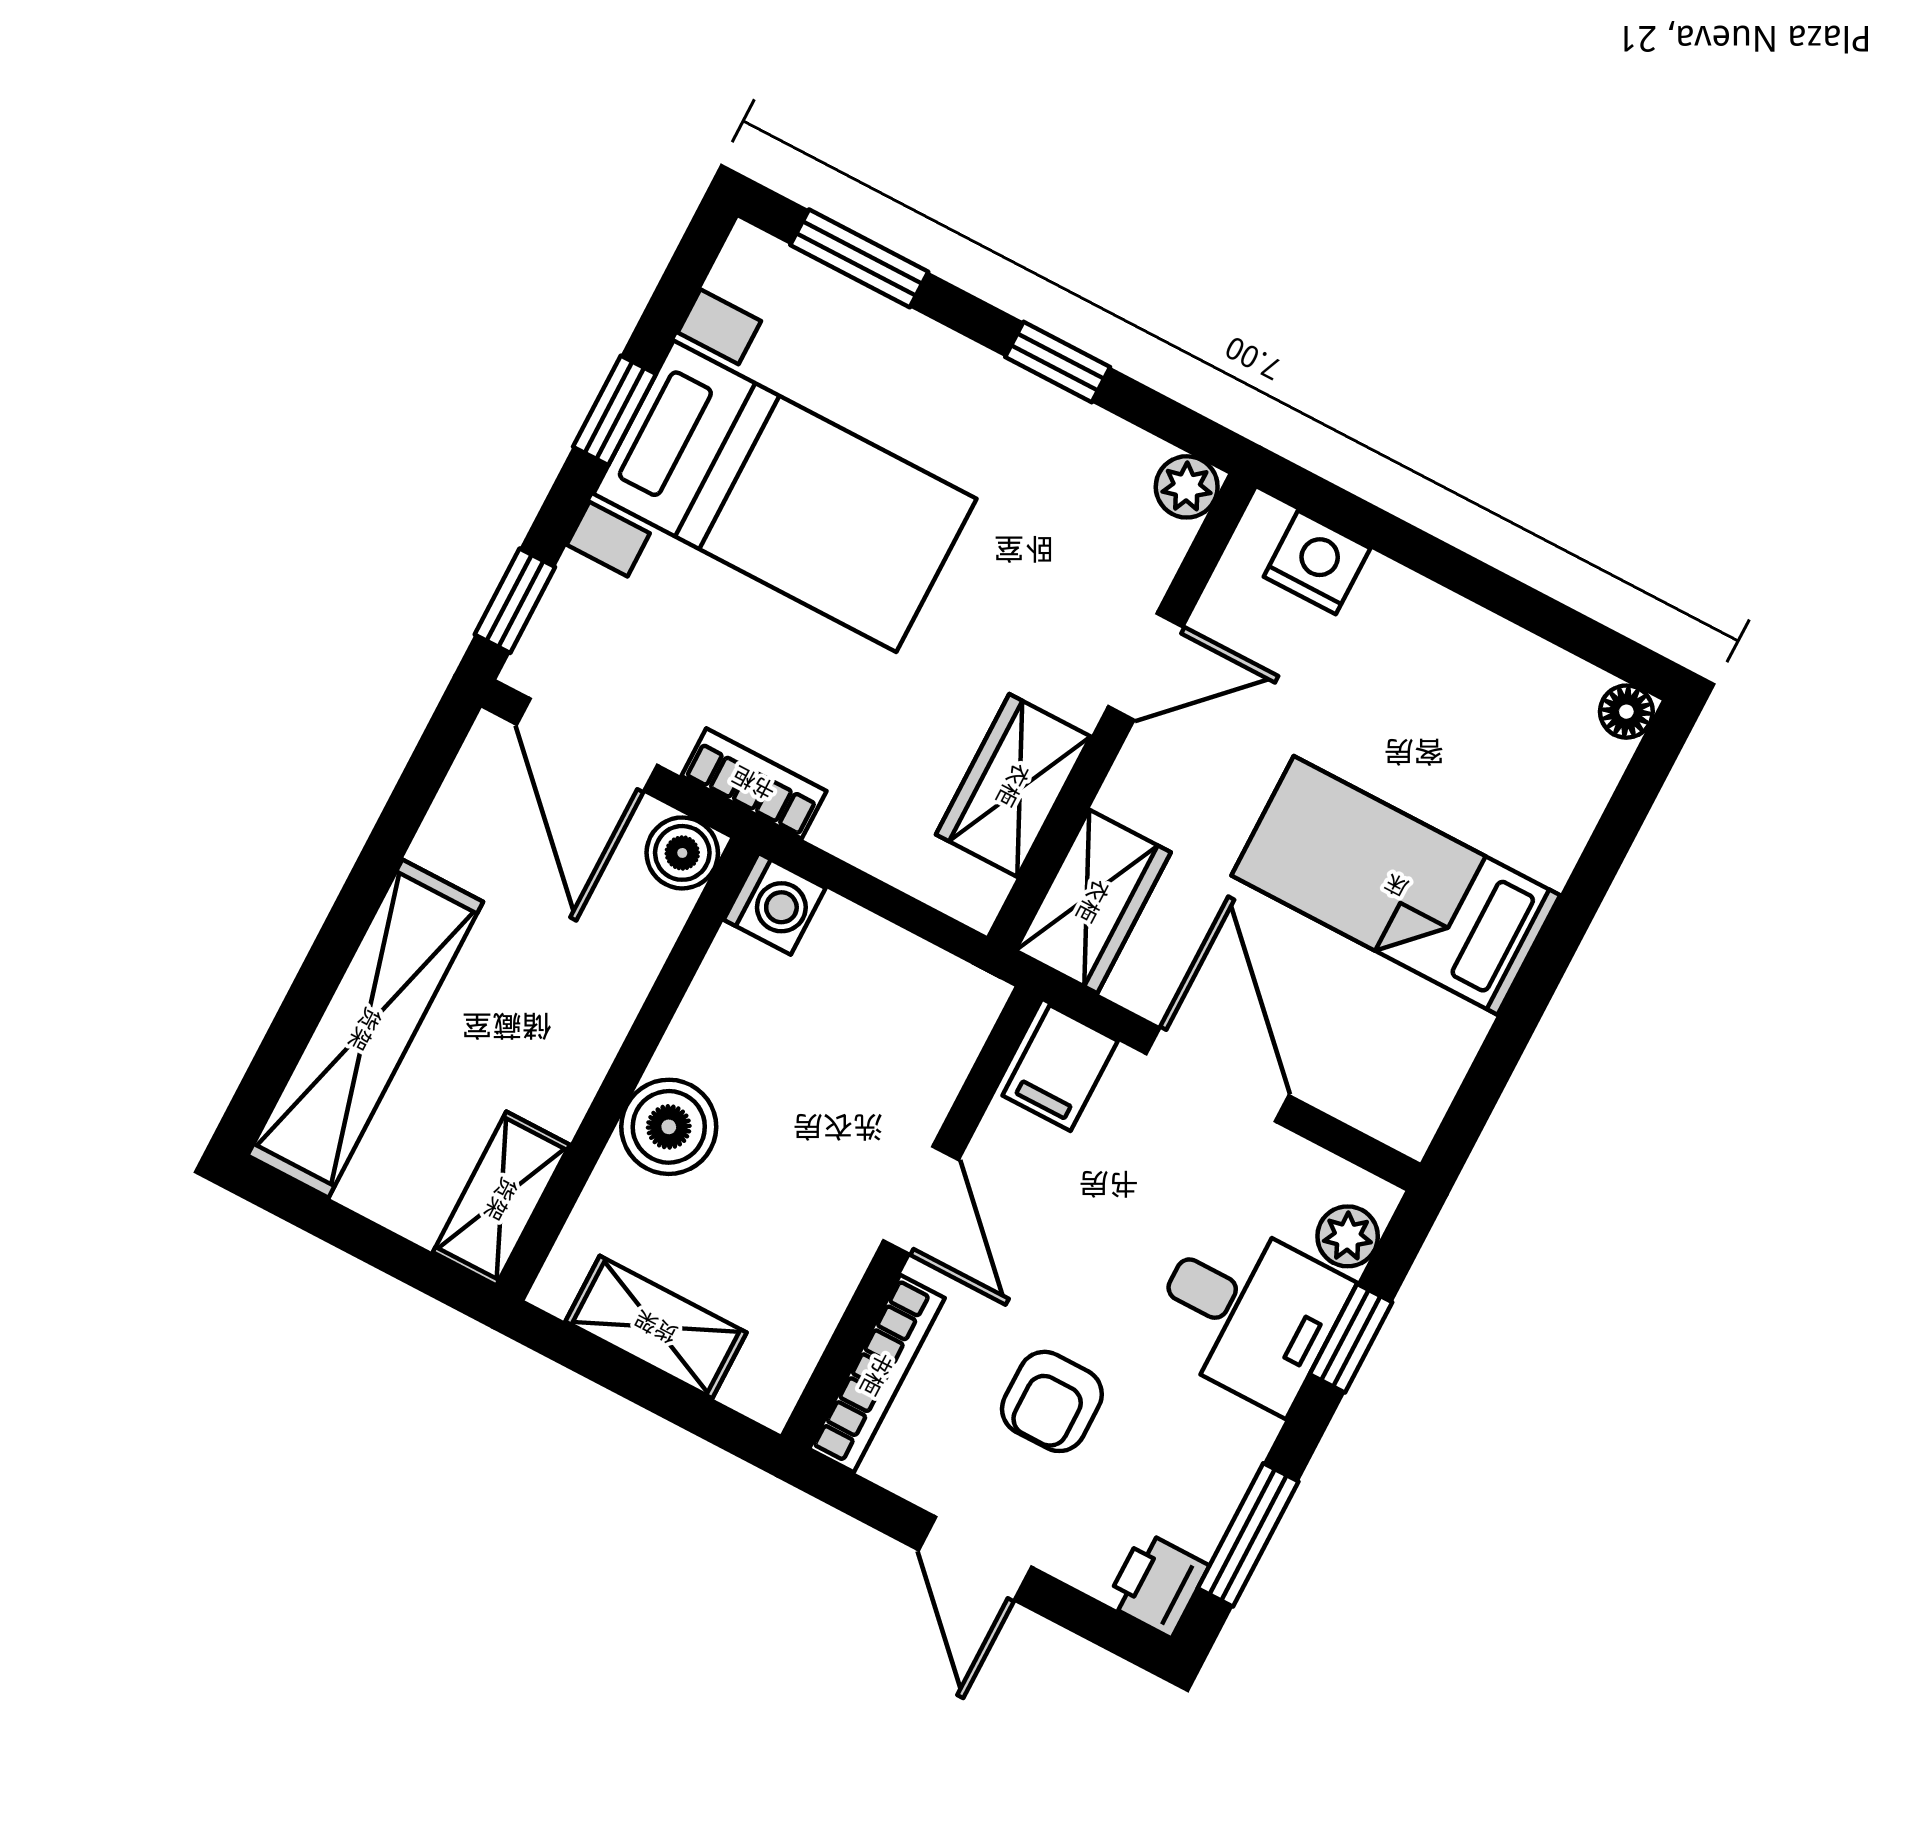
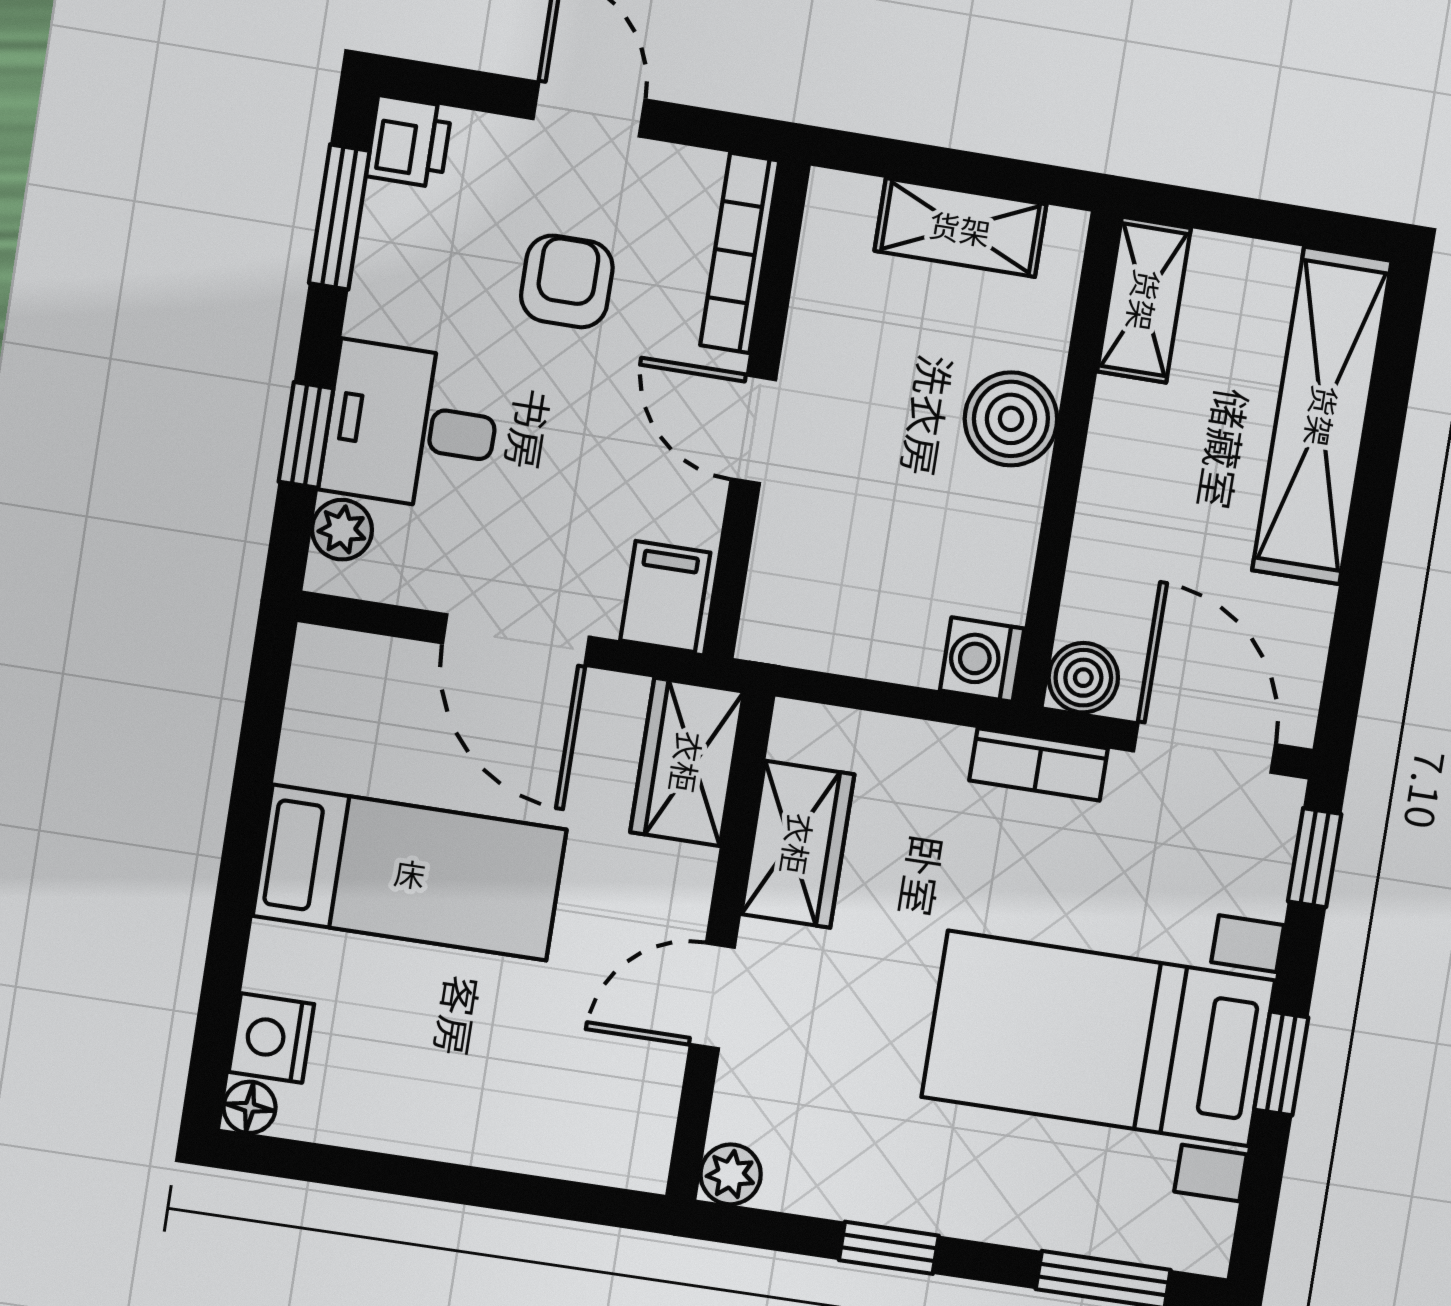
nightstand: (1317, 562) -> (271, 1038), moved, turned 90

